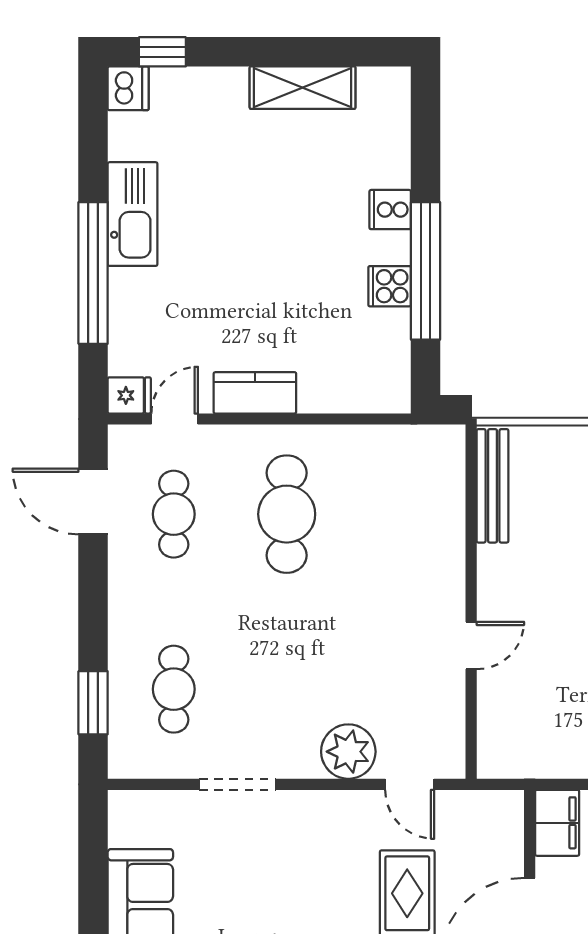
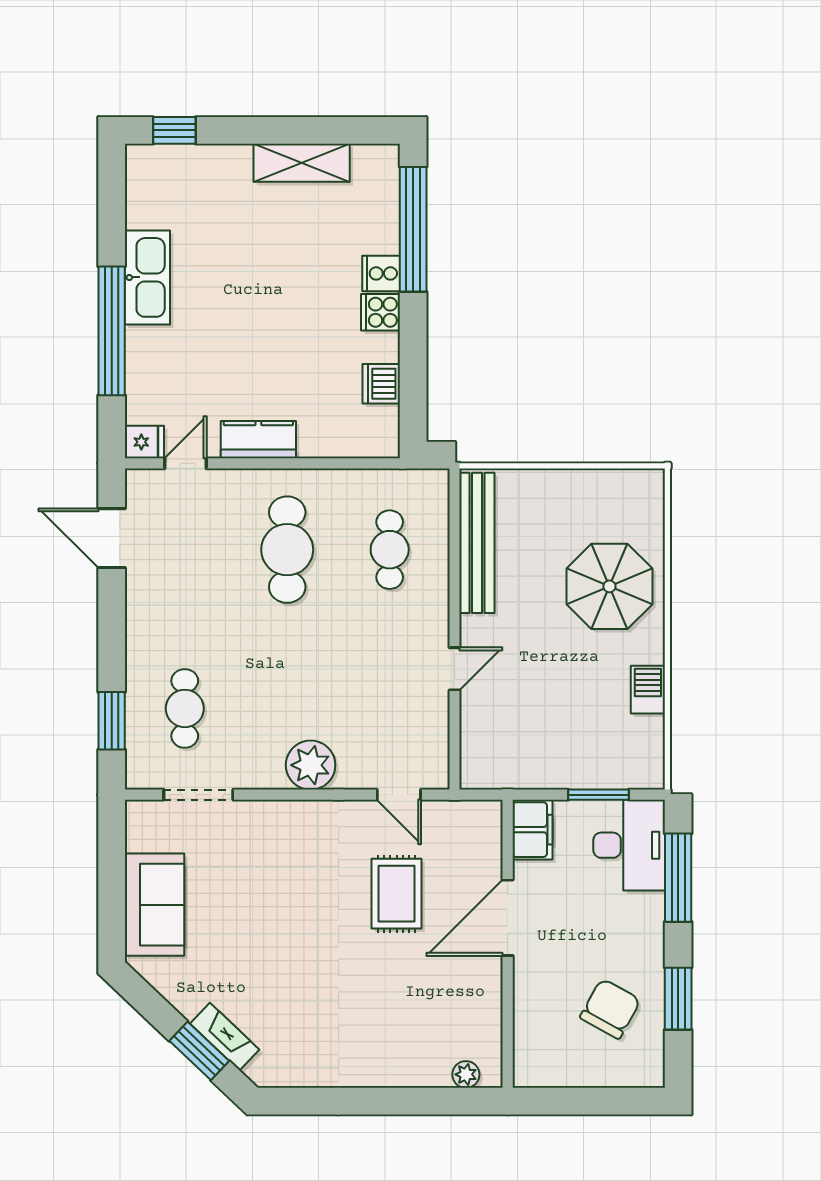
dishwasher: (128, 88) -> (381, 384), moved, turned 180
window: (425, 271) -> (413, 229), moved
cooker: (390, 286) -> (381, 312), moved
bench: (493, 486) -> (477, 543), width x1.37, depth x1.21
cafe table: (174, 514) -> (390, 550), moved
plant: (348, 752) -> (311, 765), moved
doorway: (237, 784) -> (198, 795), moved

